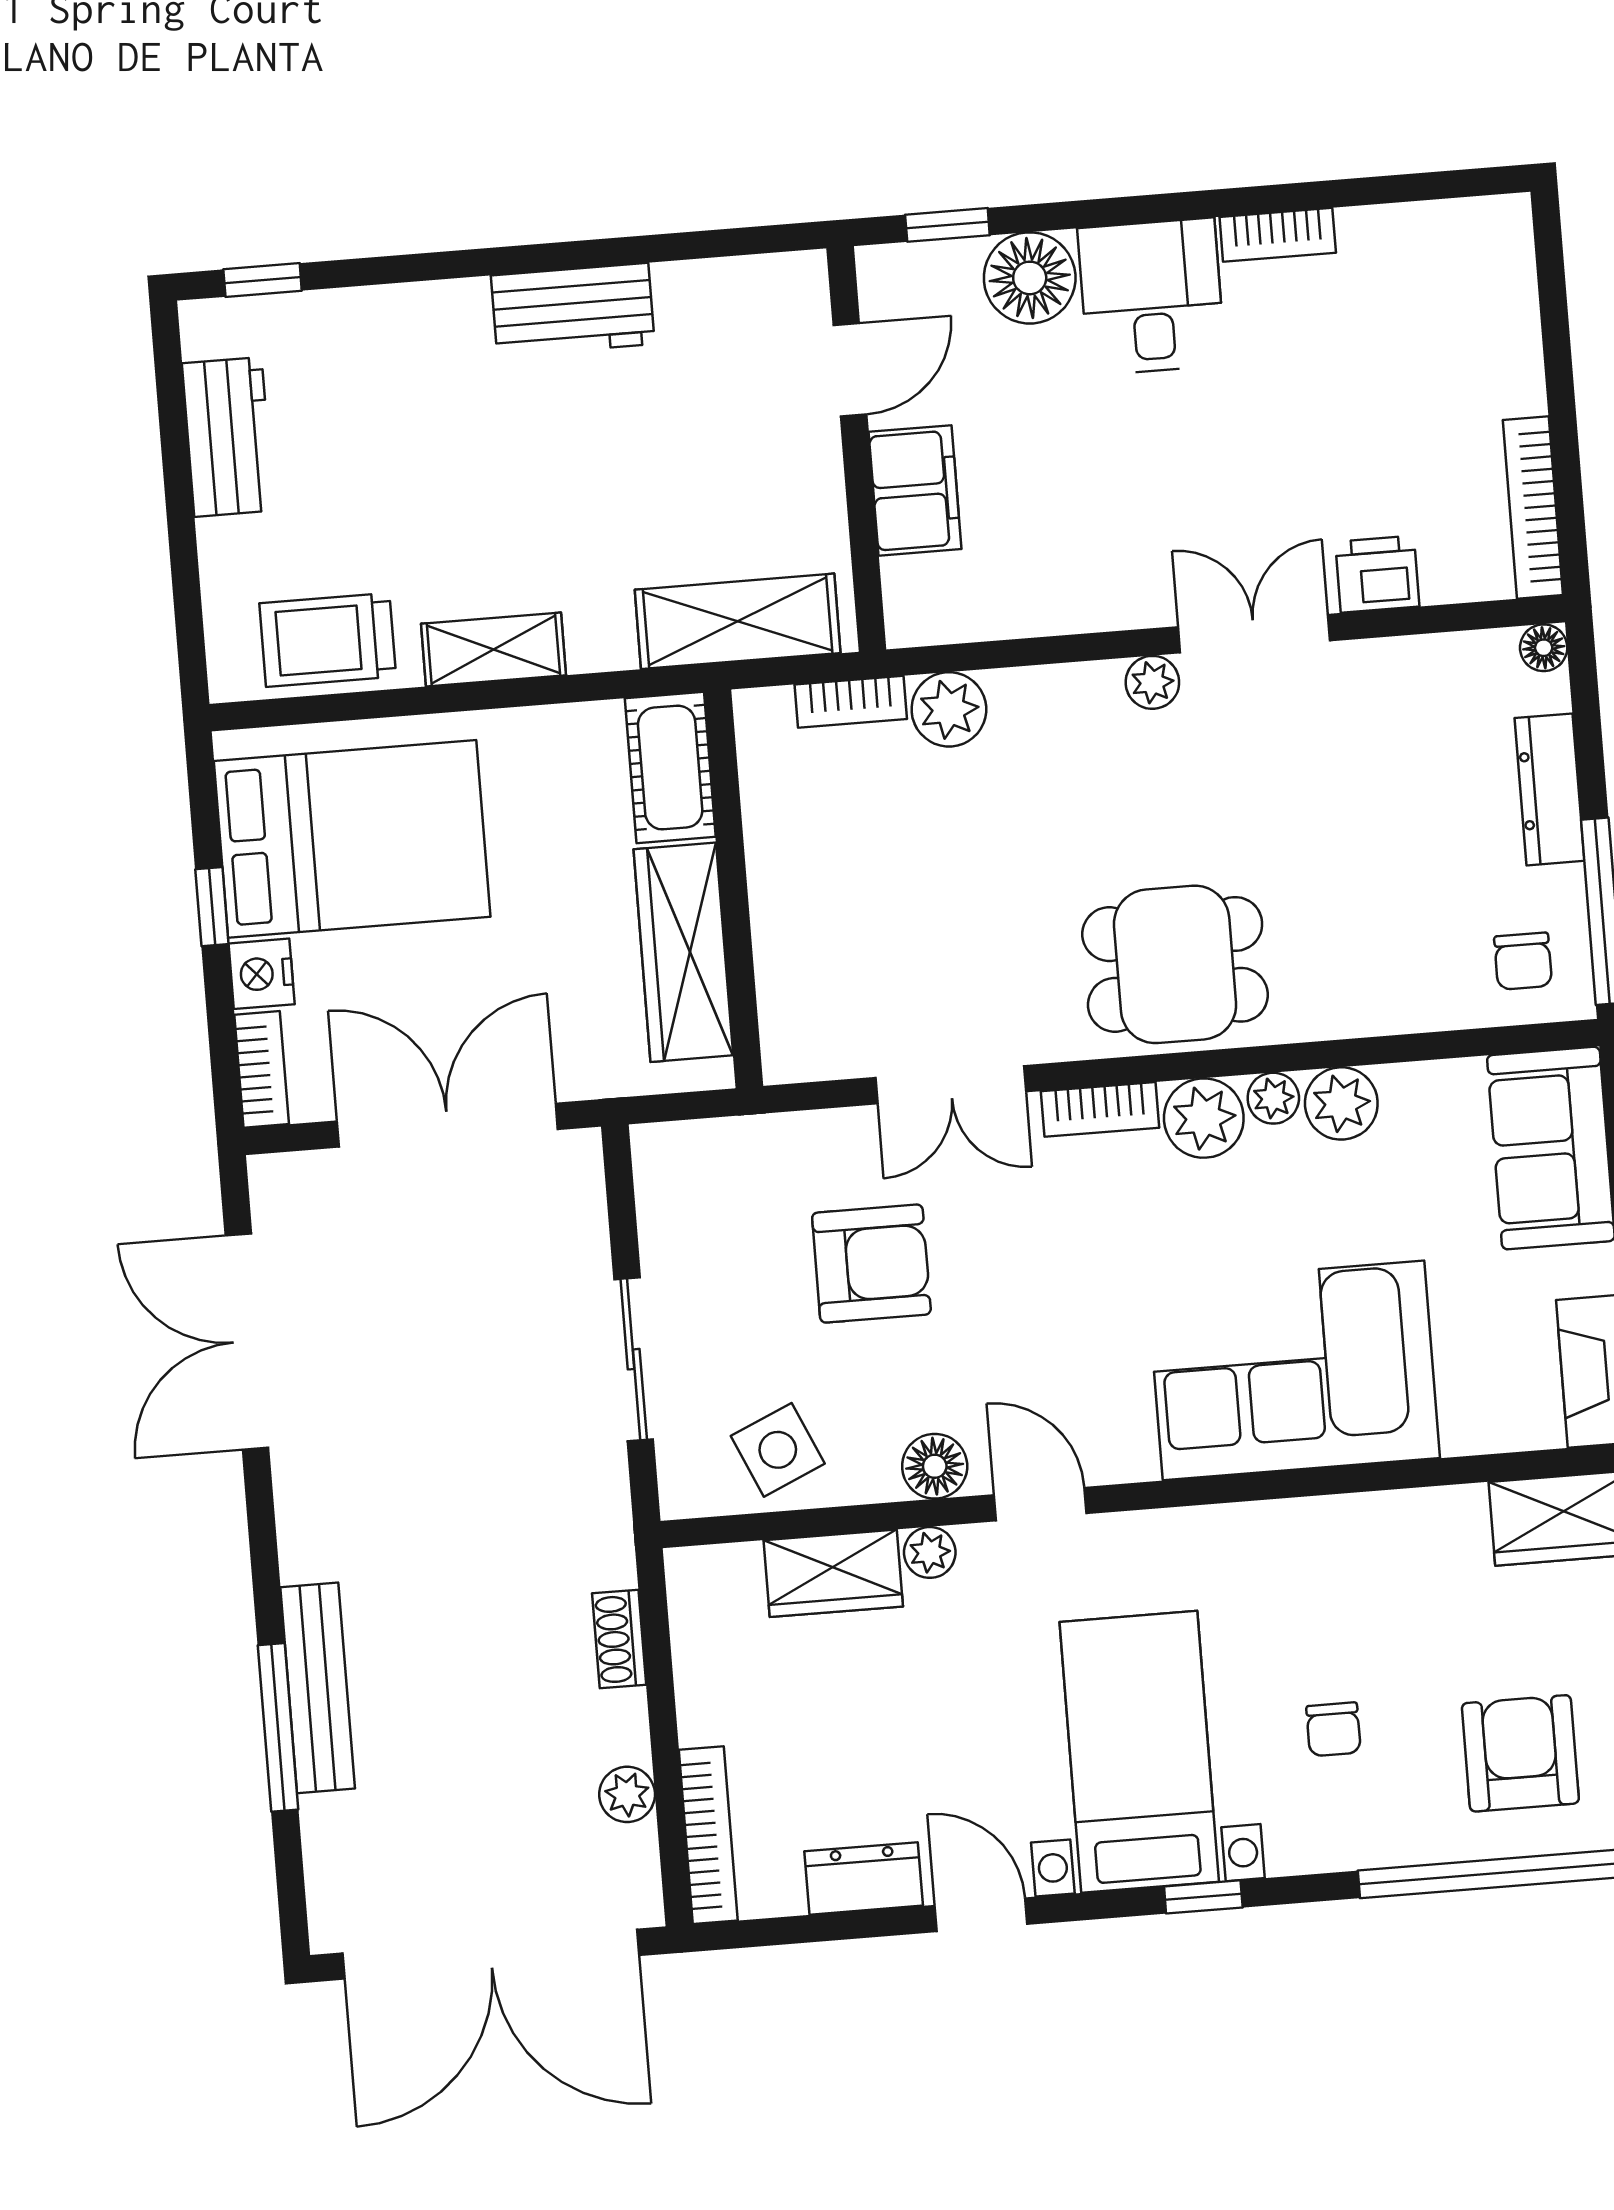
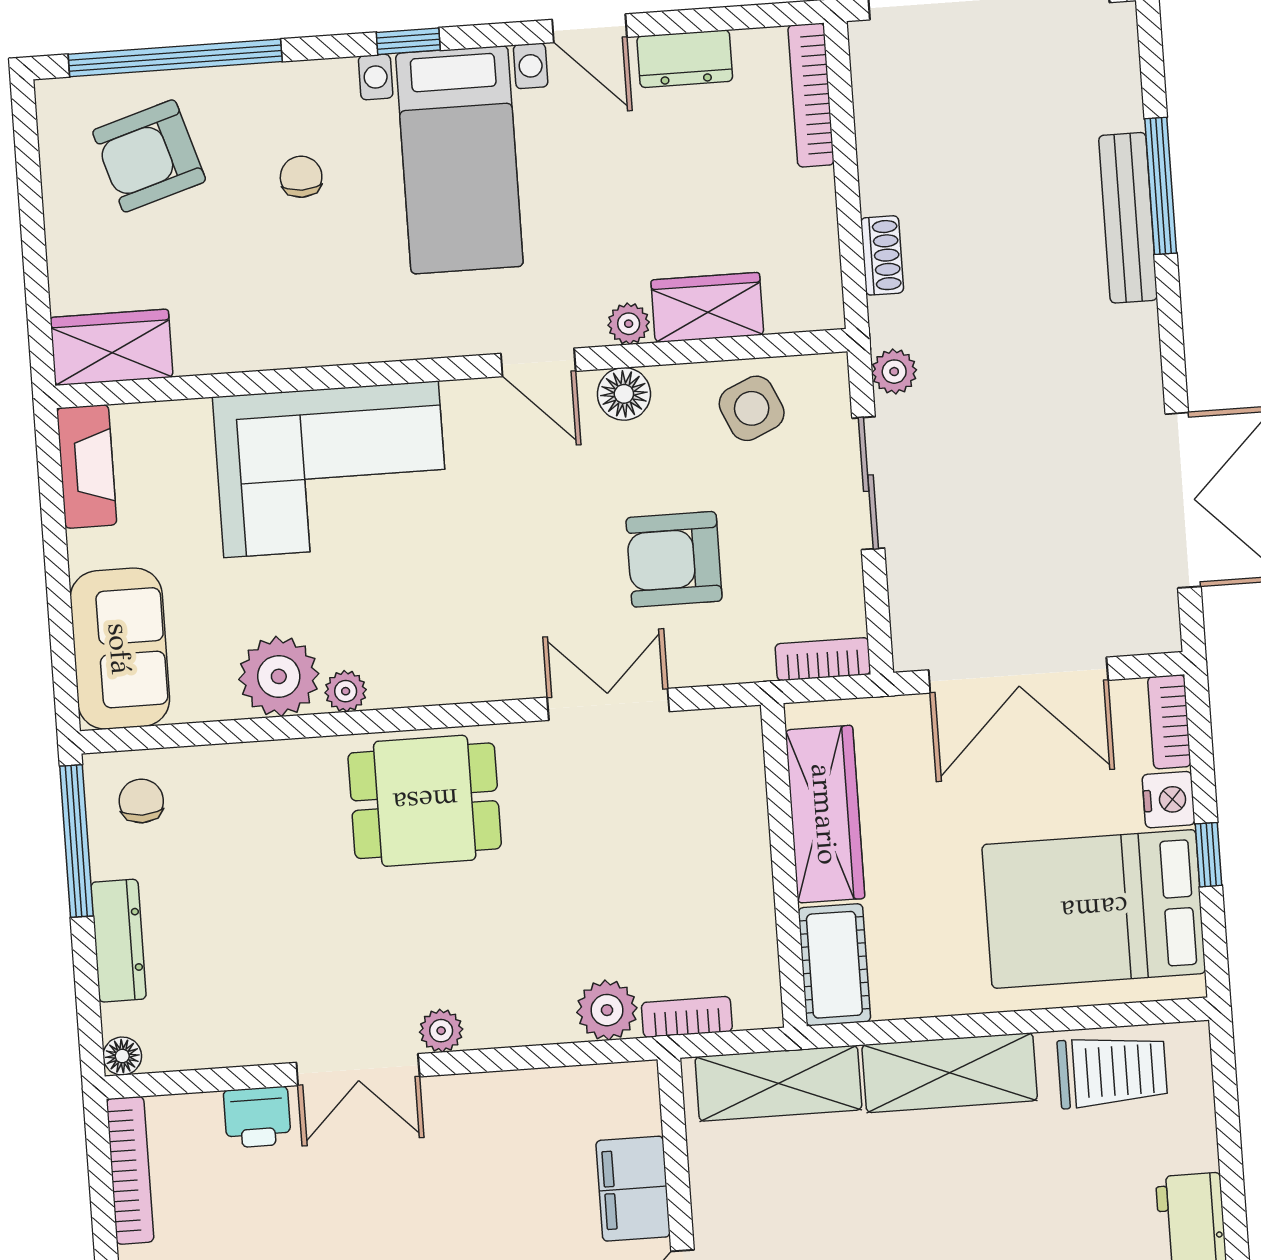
shelving: (493, 649) -> (950, 1073), width x1.50, depth x1.33
plant: (1341, 1103) -> (279, 676), width x1.36, depth x1.36
bookcase: (1100, 1109) -> (823, 659), moved
plant: (1204, 1118) -> (402, 675), removed
armchair: (1520, 1753) -> (149, 156), turned 73
plant: (627, 1794) -> (894, 372), moved

